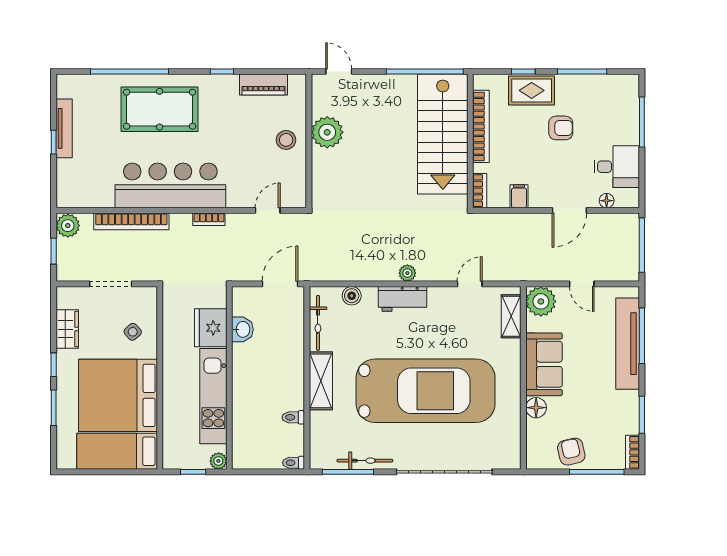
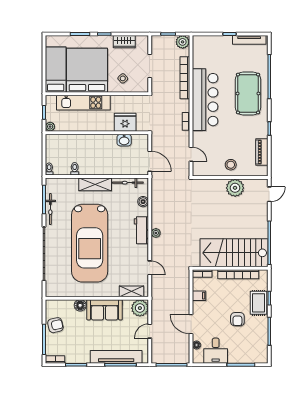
tv unit: (64, 128) -> (249, 40), moved
kitchen unit: (213, 396) -> (83, 103), moved, turned 180

